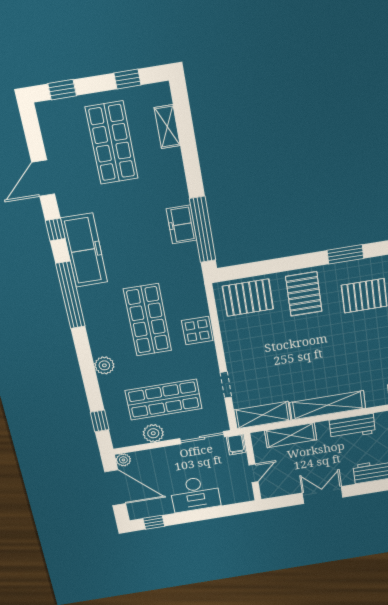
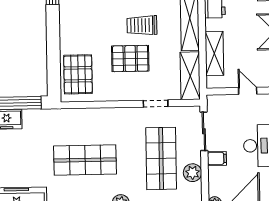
pallet: (304, 294) -> (130, 59), moved
display table: (197, 331) -> (101, 120), removed
trolley: (314, 358) -> (142, 25), added
filing cabinet: (236, 445) -> (217, 158), moved

